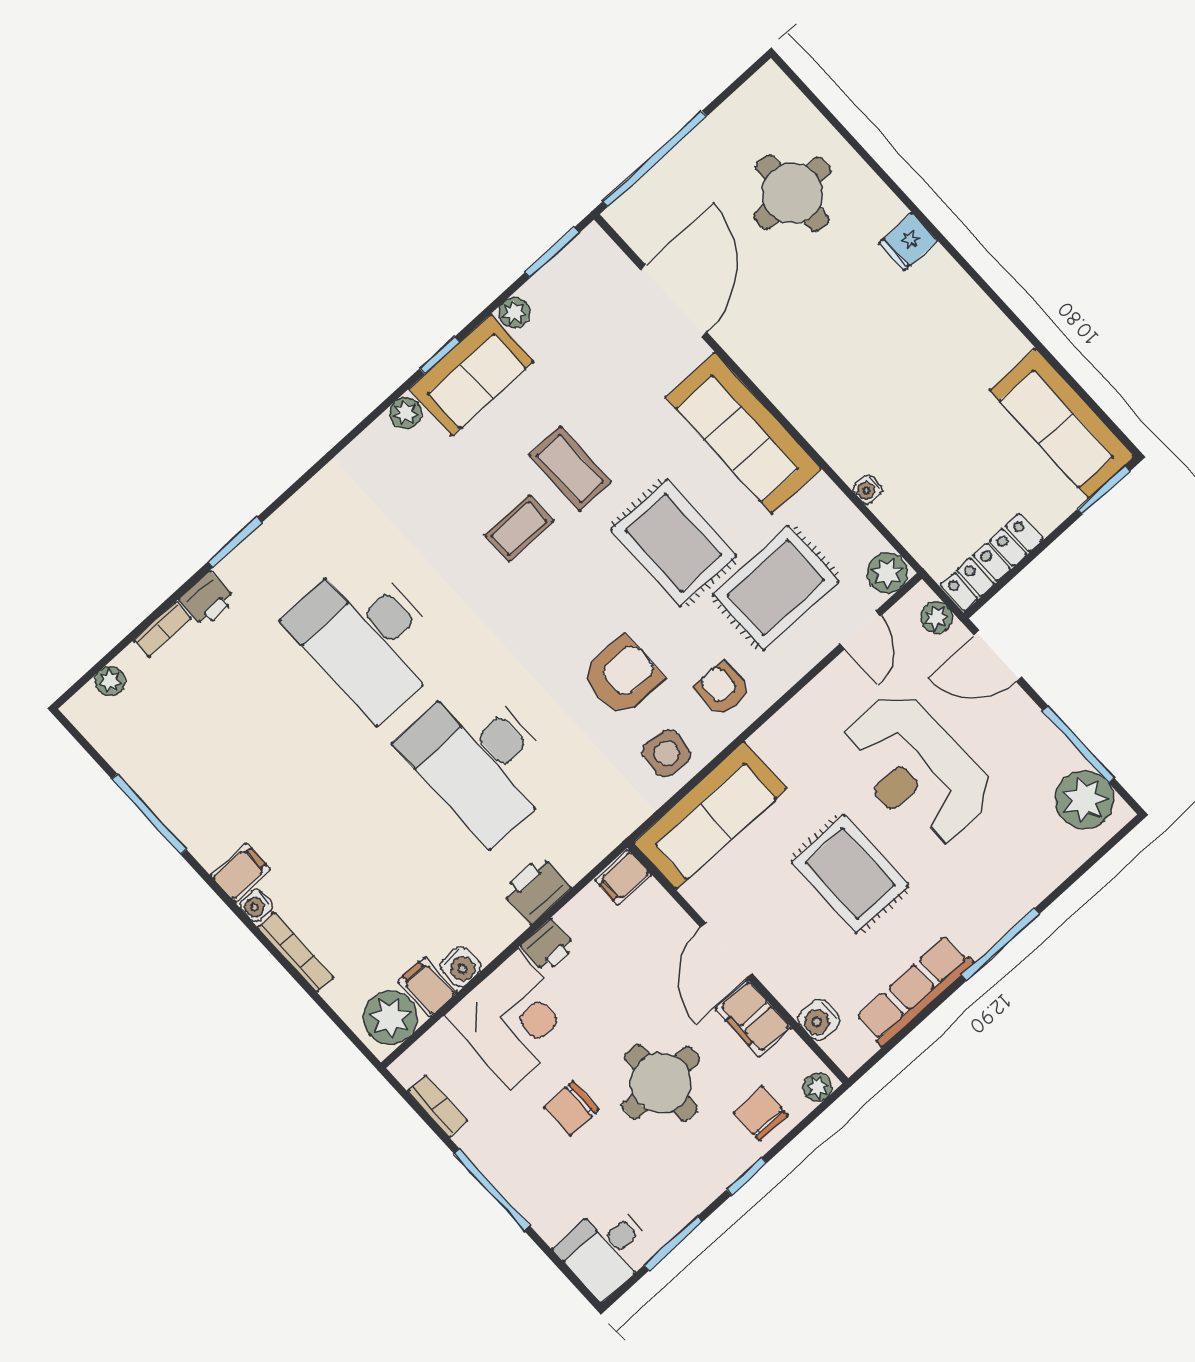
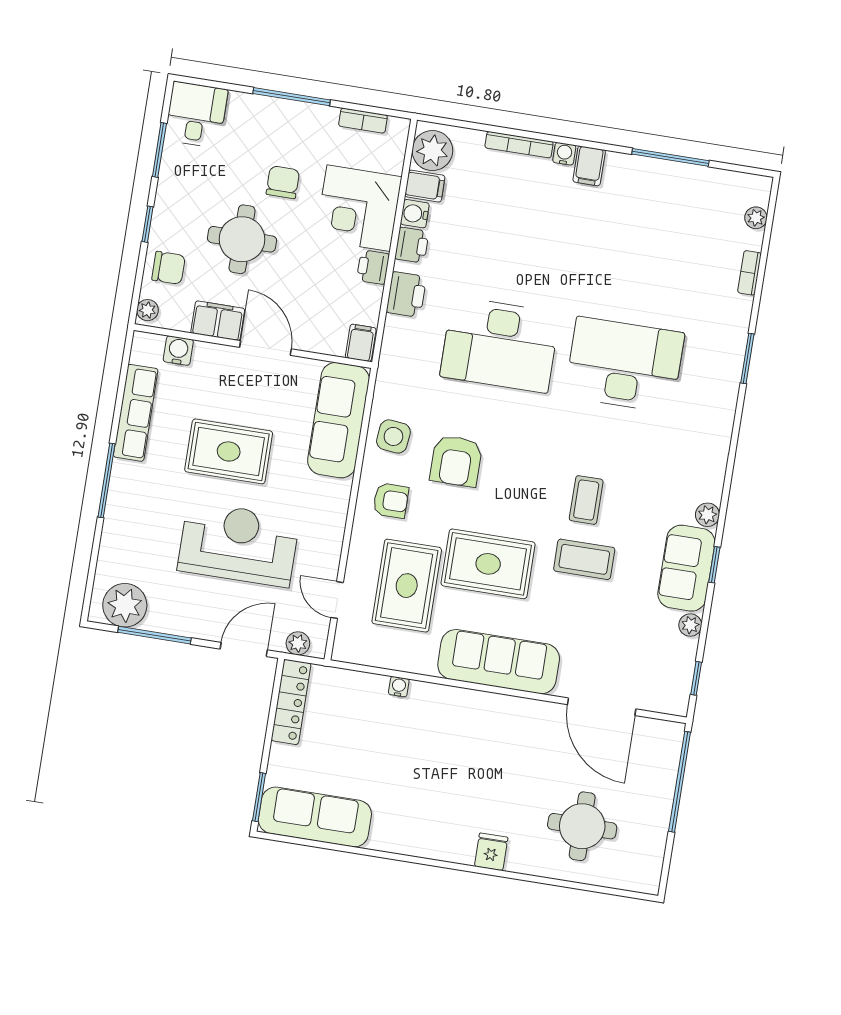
window: (552, 253) -> (696, 678), width x0.67
plant: (887, 573) -> (348, 647), removed
printer: (207, 599) -> (412, 245), moved, turned 180
desk: (480, 761) -> (500, 345), turned 180

